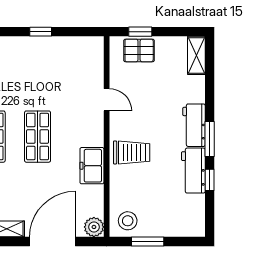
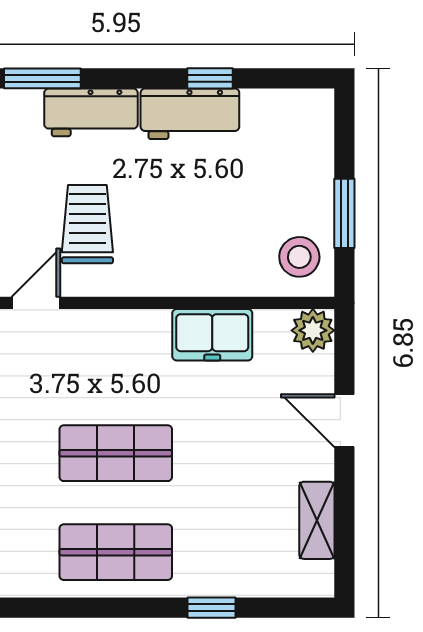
window: (210, 139) -> (42, 78), moved
trolley: (132, 152) -> (87, 224), moved
freezer: (92, 166) -> (212, 335), moved
door: (53, 241) -> (344, 421), width x0.53

